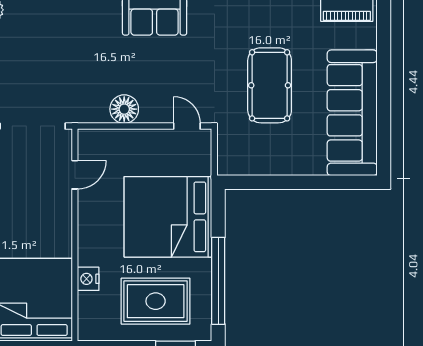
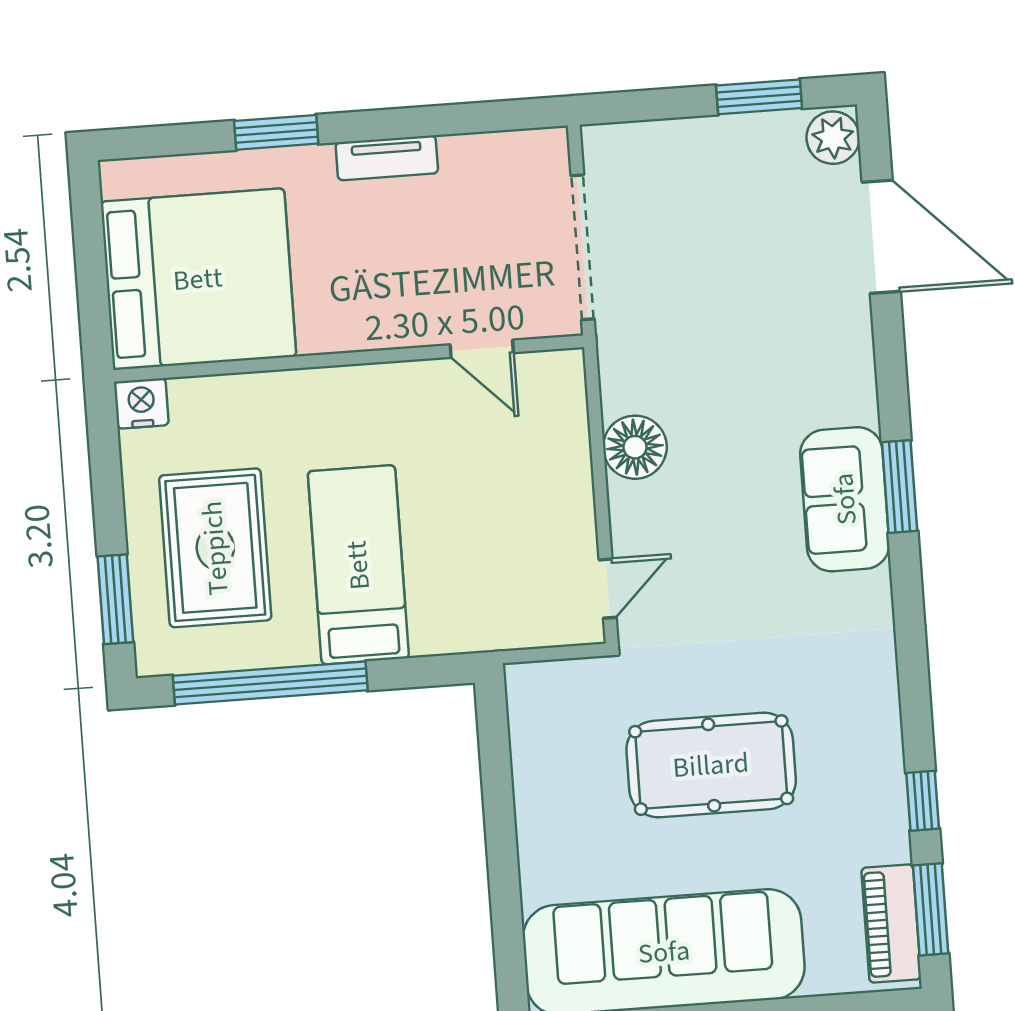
bed: (168, 217) -> (358, 565), width x0.49
nightstand: (88, 279) -> (141, 403), moved

